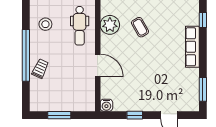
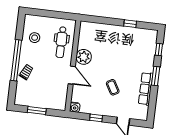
plant: (110, 25) -> (84, 57), moved
coffee table: (140, 27) -> (113, 87), moved
row of seats: (192, 47) -> (146, 89), moved
window: (203, 89) -> (156, 76), moved

